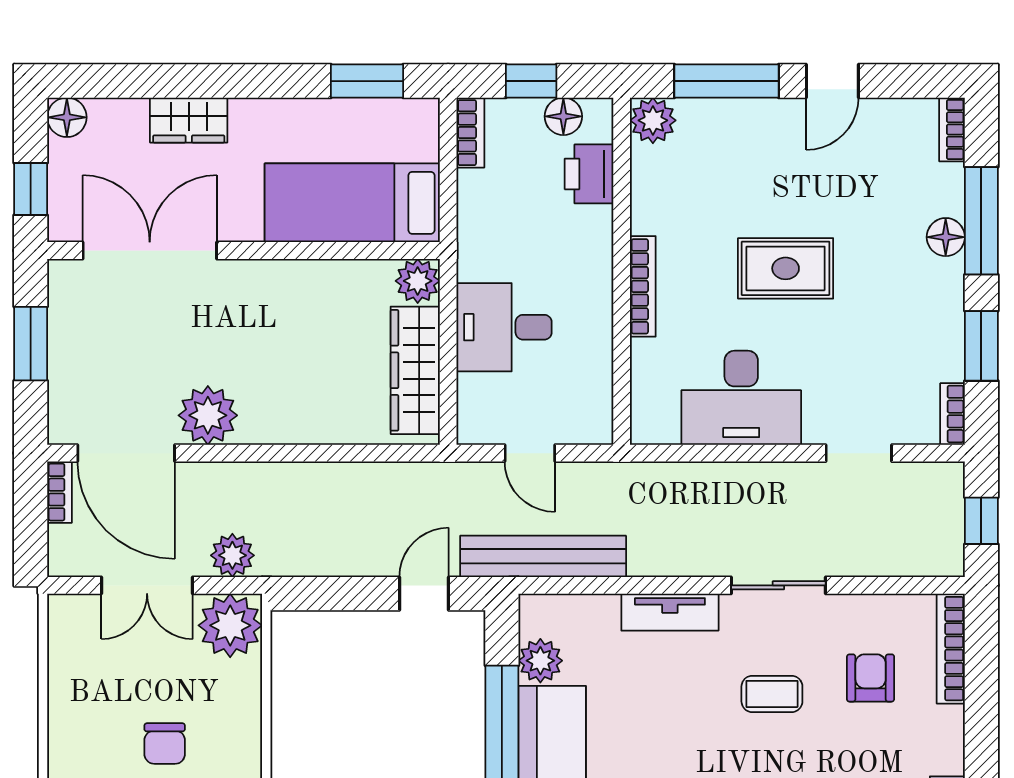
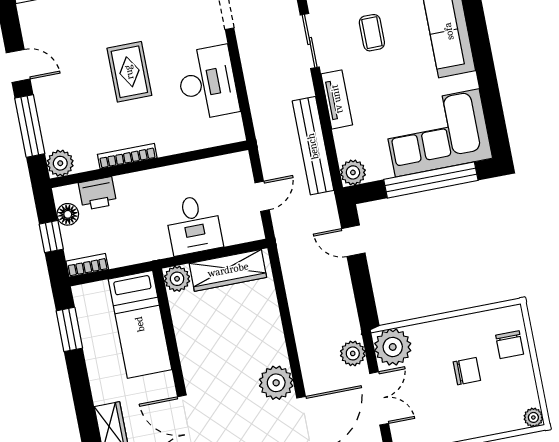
bookcase: (643, 286) -> (127, 156), moved
bench: (543, 556) -> (313, 146), moved
plant: (540, 661) -> (353, 172), moved

